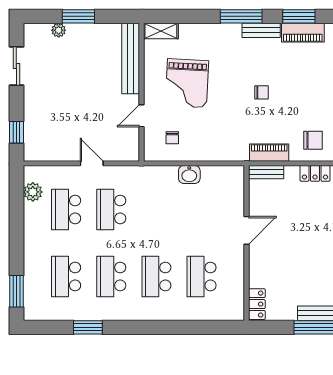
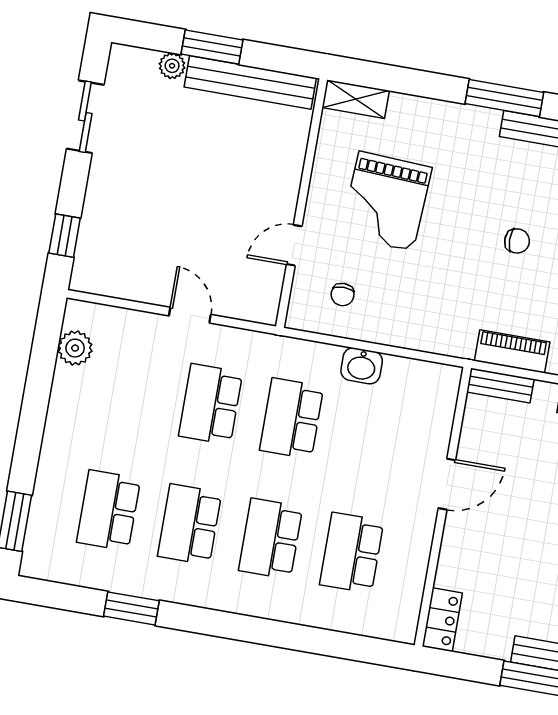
bench: (131, 58) -> (250, 82), moved, turned 90
school desk: (66, 209) -> (292, 418), moved

